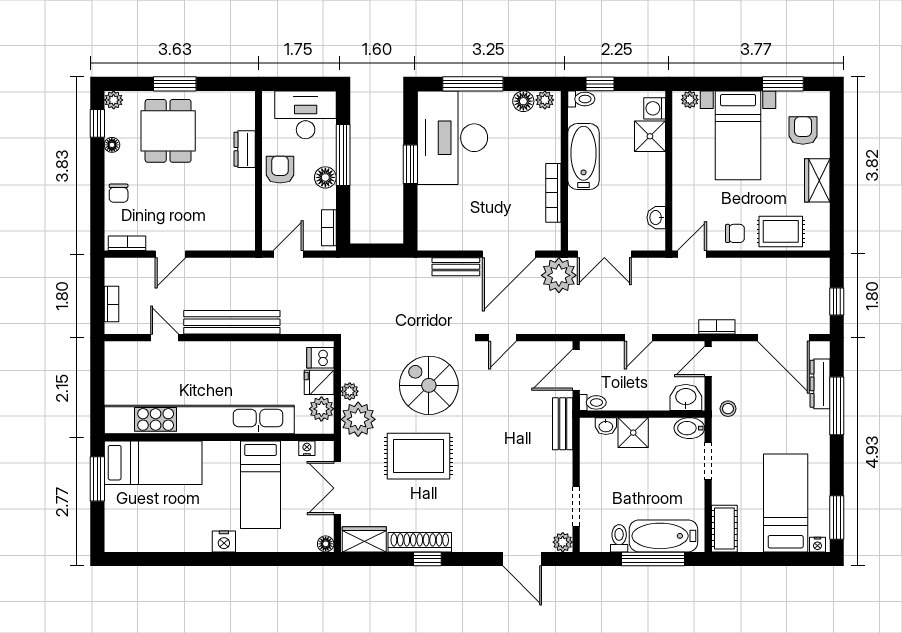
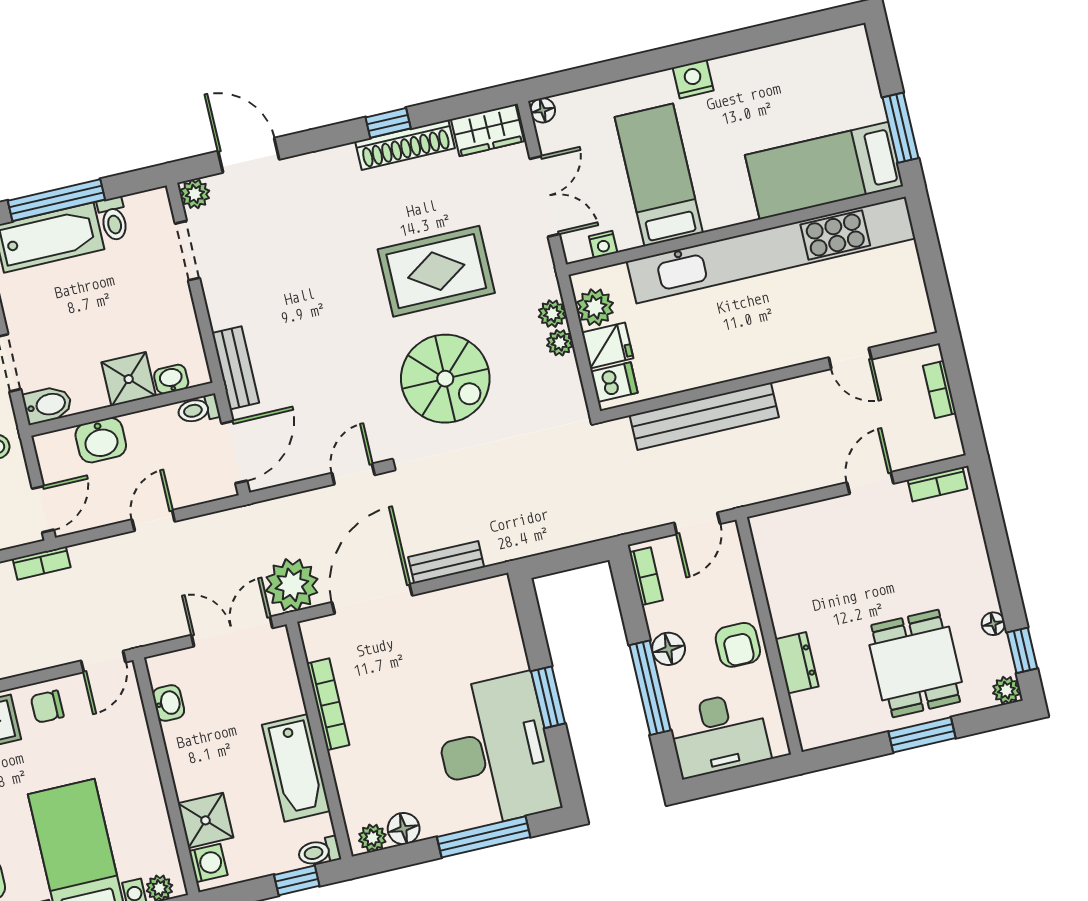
chair: (119, 193) -> (967, 555), removed
bench: (232, 322) -> (704, 416), moved
washbasin: (686, 397) -> (101, 440), moved
plant: (358, 419) -> (552, 314), width x0.53, depth x0.53

